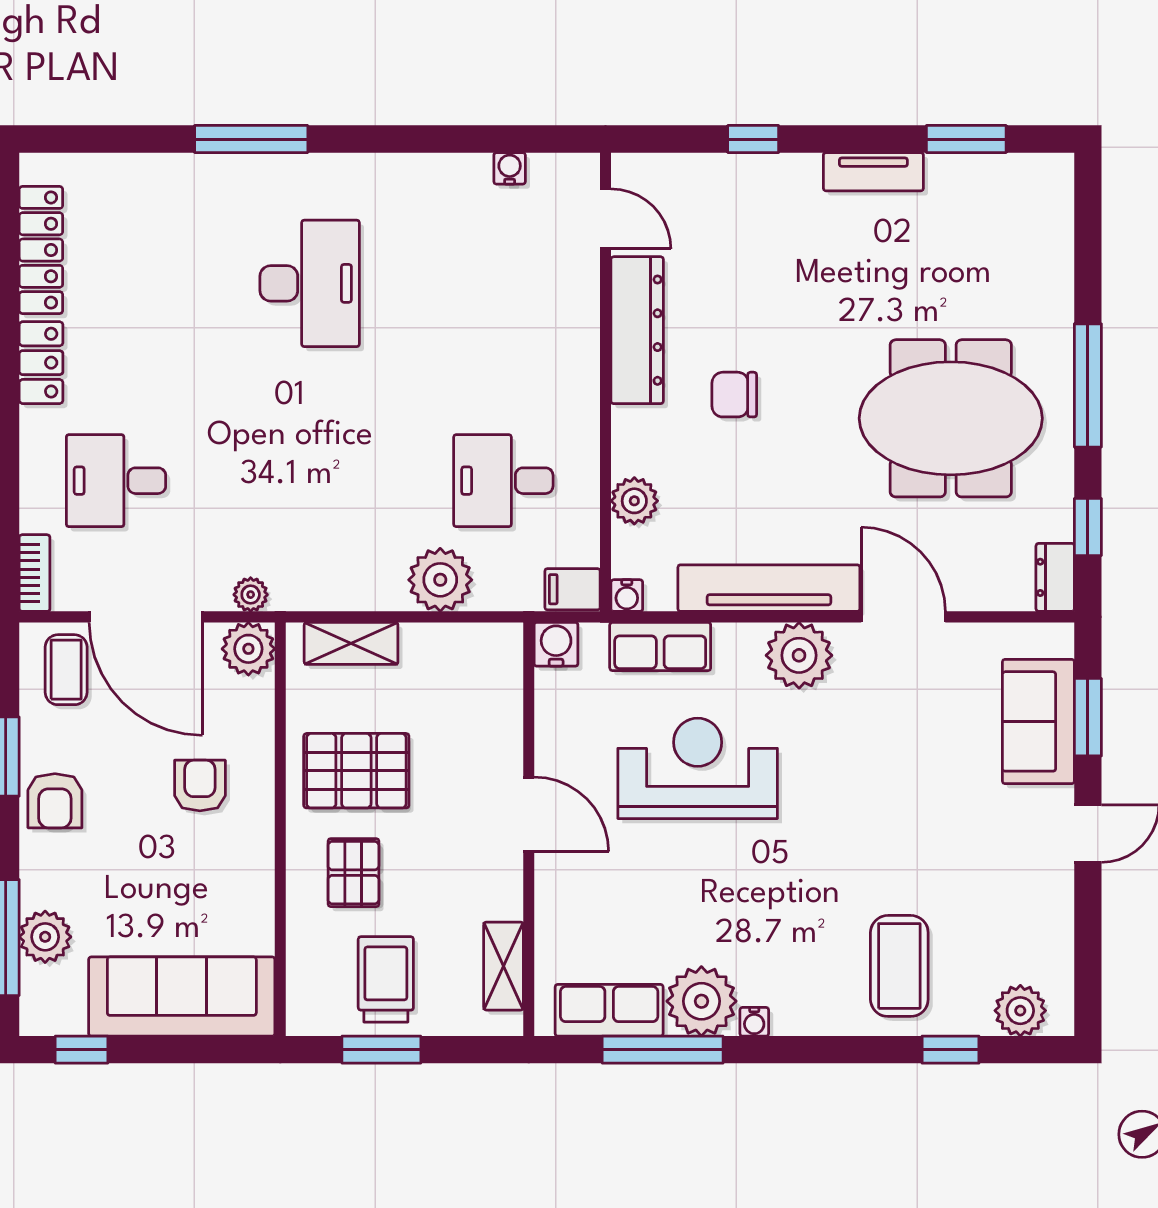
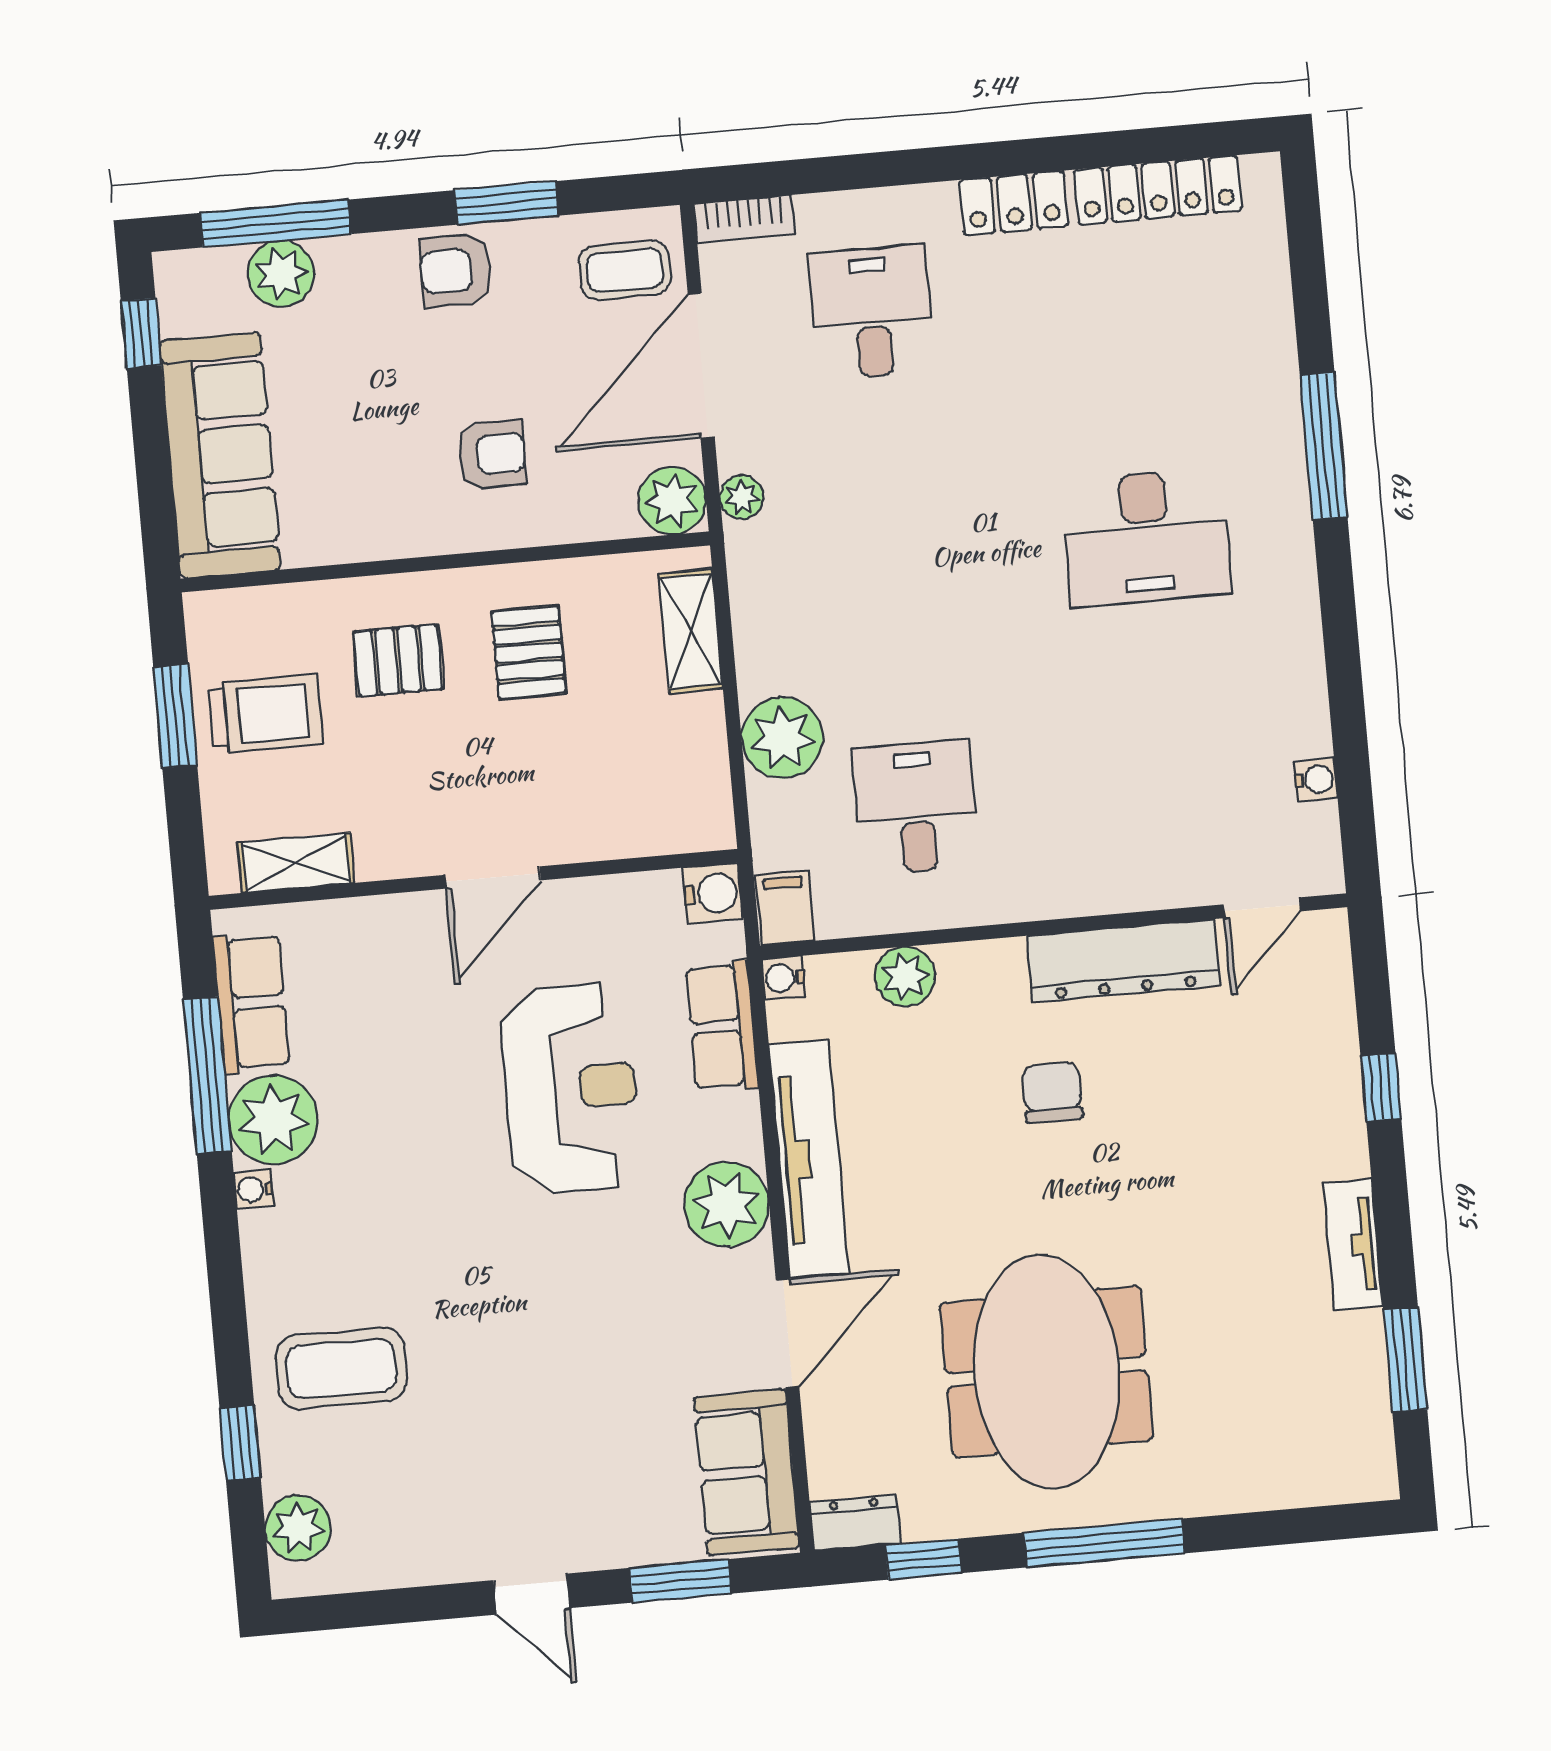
sofa: (1038, 721) -> (747, 1472), moved, turned -90
pallet: (356, 771) -> (529, 652), width x0.67, depth x0.71

